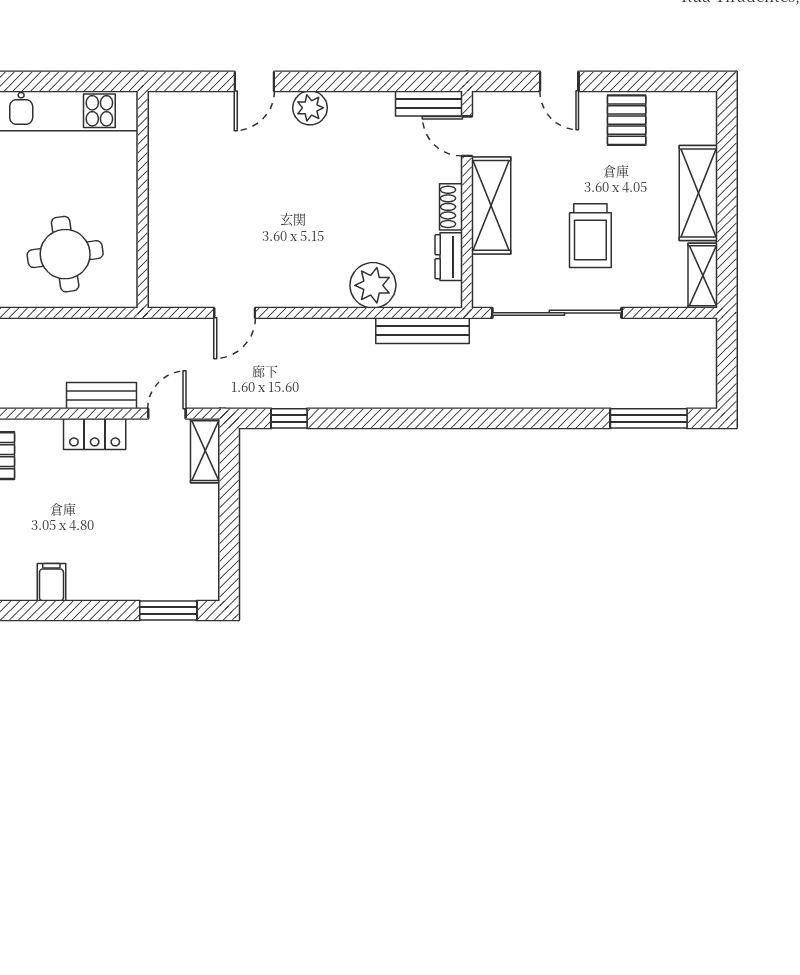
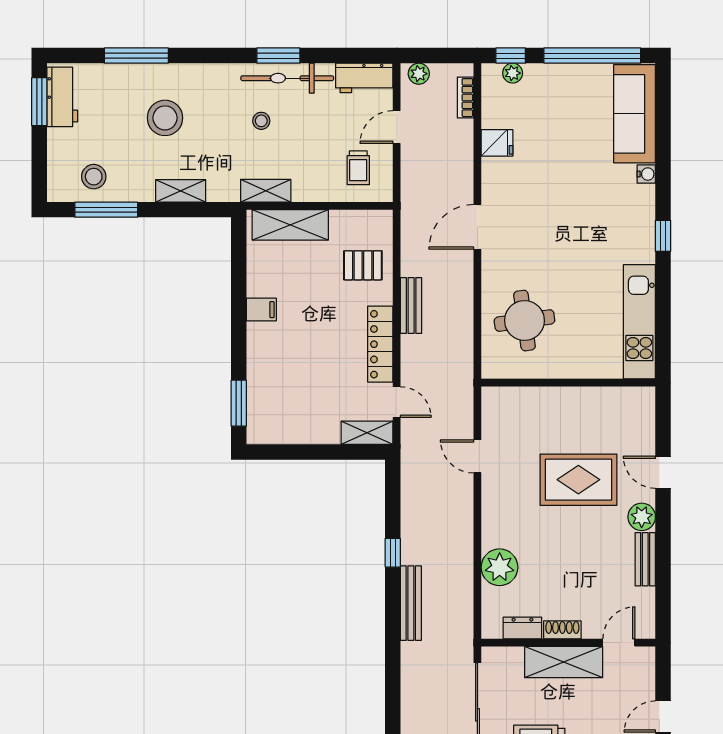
bench: (429, 103) -> (645, 559), moved
rug: (264, 187) -> (578, 480), added
bench: (423, 331) -> (411, 603), moved
bench: (101, 396) -> (411, 305), moved
window: (289, 418) -> (393, 553), moved
locker: (95, 434) -> (380, 344), width x1.53

